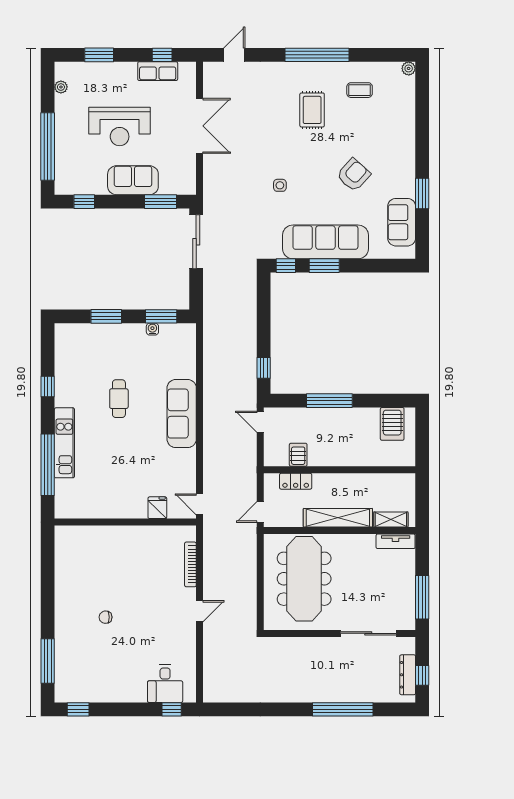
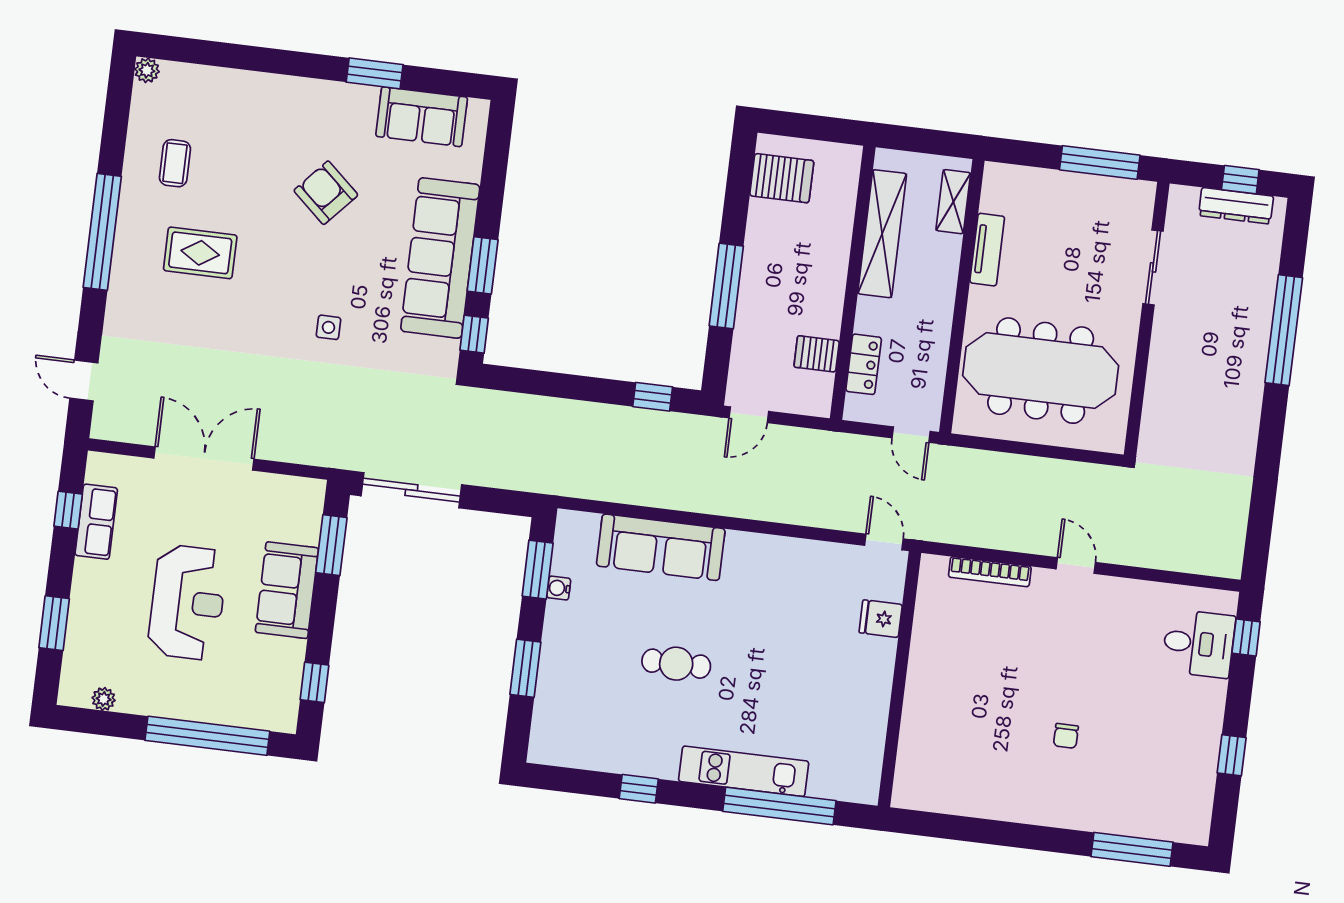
sofa: (182, 414) -> (661, 547), moved
door: (200, 504) -> (884, 542), swing flipped
shelving: (338, 518) -> (882, 234), moved
tv unit: (396, 541) -> (987, 250), moved
sliding door: (368, 633) -> (1153, 267), width x0.73
window: (78, 709) -> (1232, 755), moved

